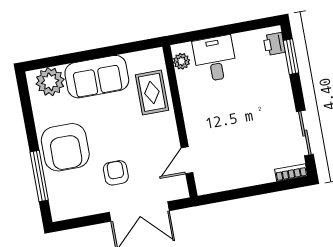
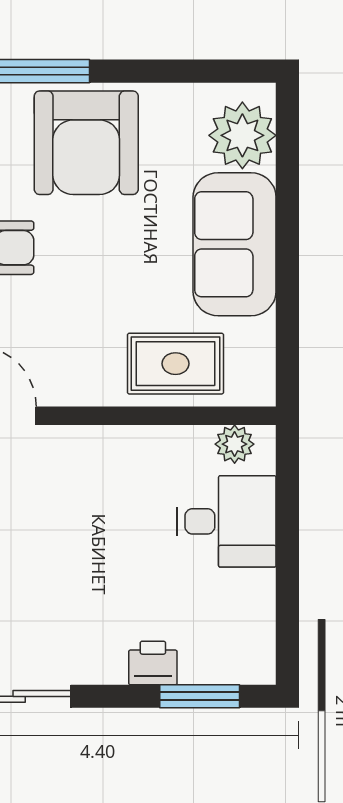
printer: (274, 44) -> (153, 663), moved
armchair: (65, 147) -> (86, 143), turned -90

